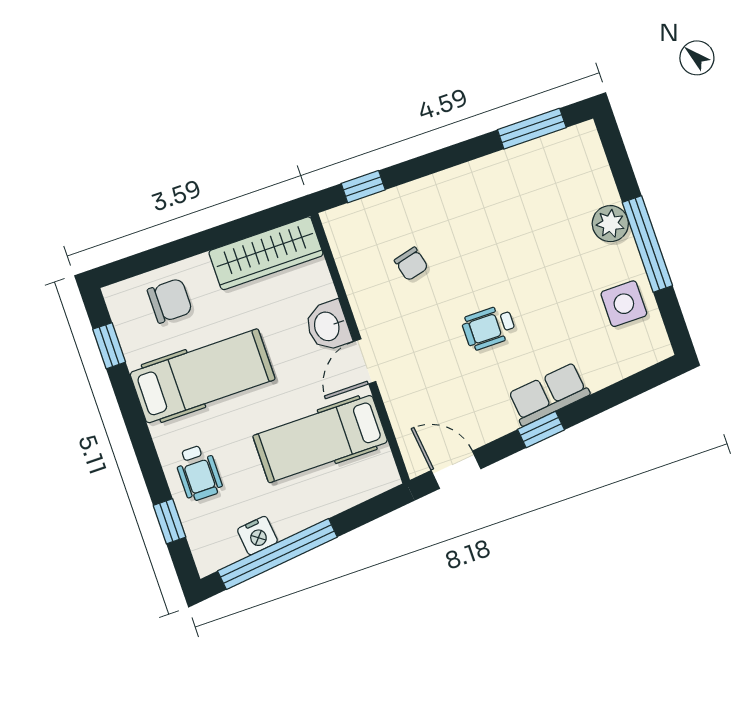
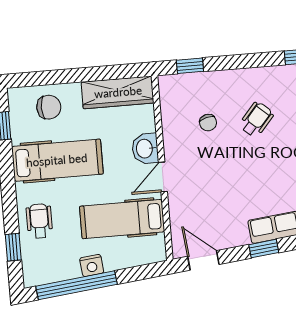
wheelchair: (489, 327) -> (256, 119), moved, turned 131
wheelchair: (198, 473) -> (39, 221), turned 180
nightstand: (257, 536) -> (92, 265), moved

